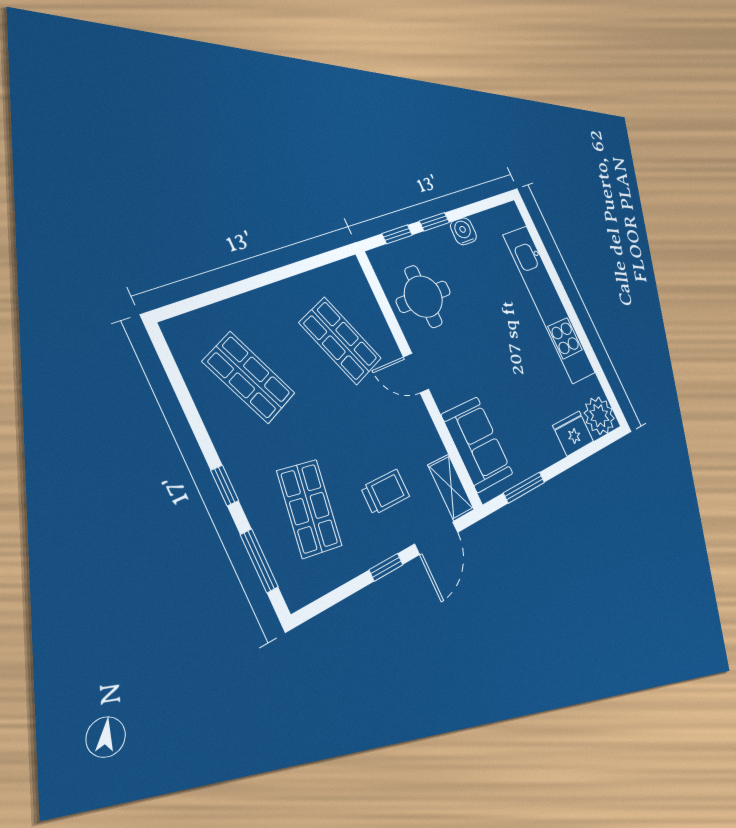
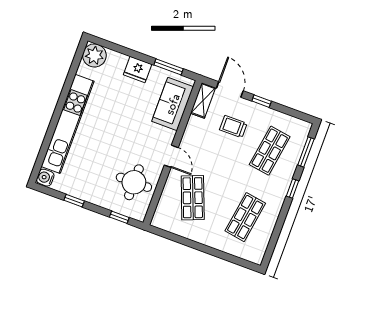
window: (434, 222) -> (74, 201), moved
water cooler: (463, 231) -> (45, 178), moved, turned 90
shop shelf: (249, 377) -> (245, 217), turned 33
fridge: (573, 433) -> (138, 69), moved
door: (436, 538) -> (230, 89), hinge flipped

